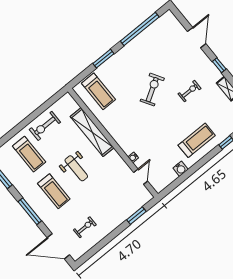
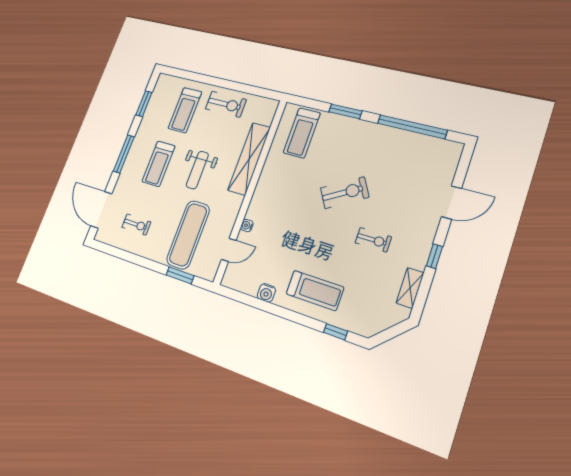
exercise bike: (45, 126) -> (226, 104), turned 180
exercise mat: (114, 197) -> (188, 235), added

